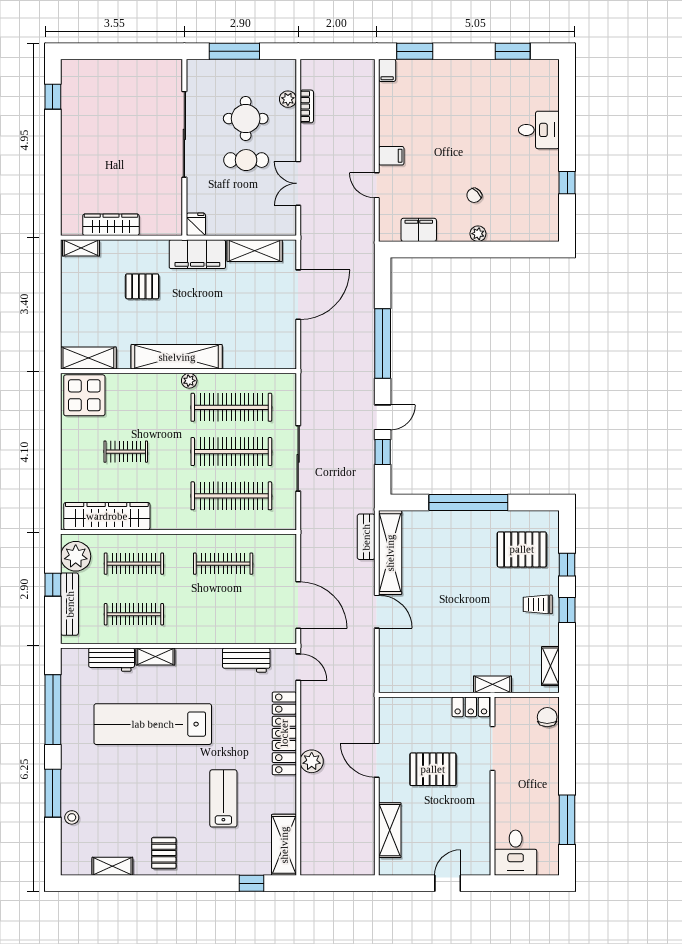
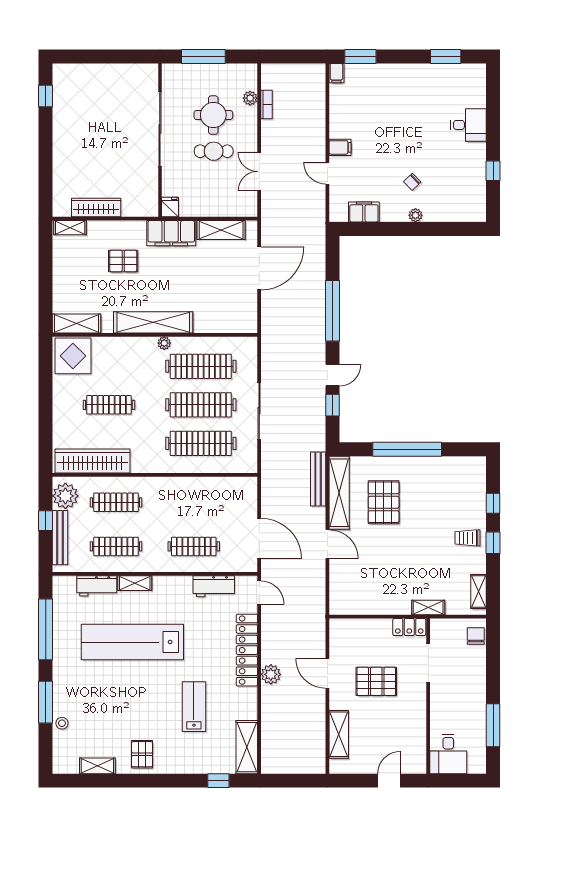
clothes rail: (126, 452) -> (109, 405), width x1.36
bench: (366, 537) -> (318, 479), width x1.36
pallet: (522, 549) -> (384, 502), moved, turned 90
clothes rail: (223, 564) -> (194, 546), moved

